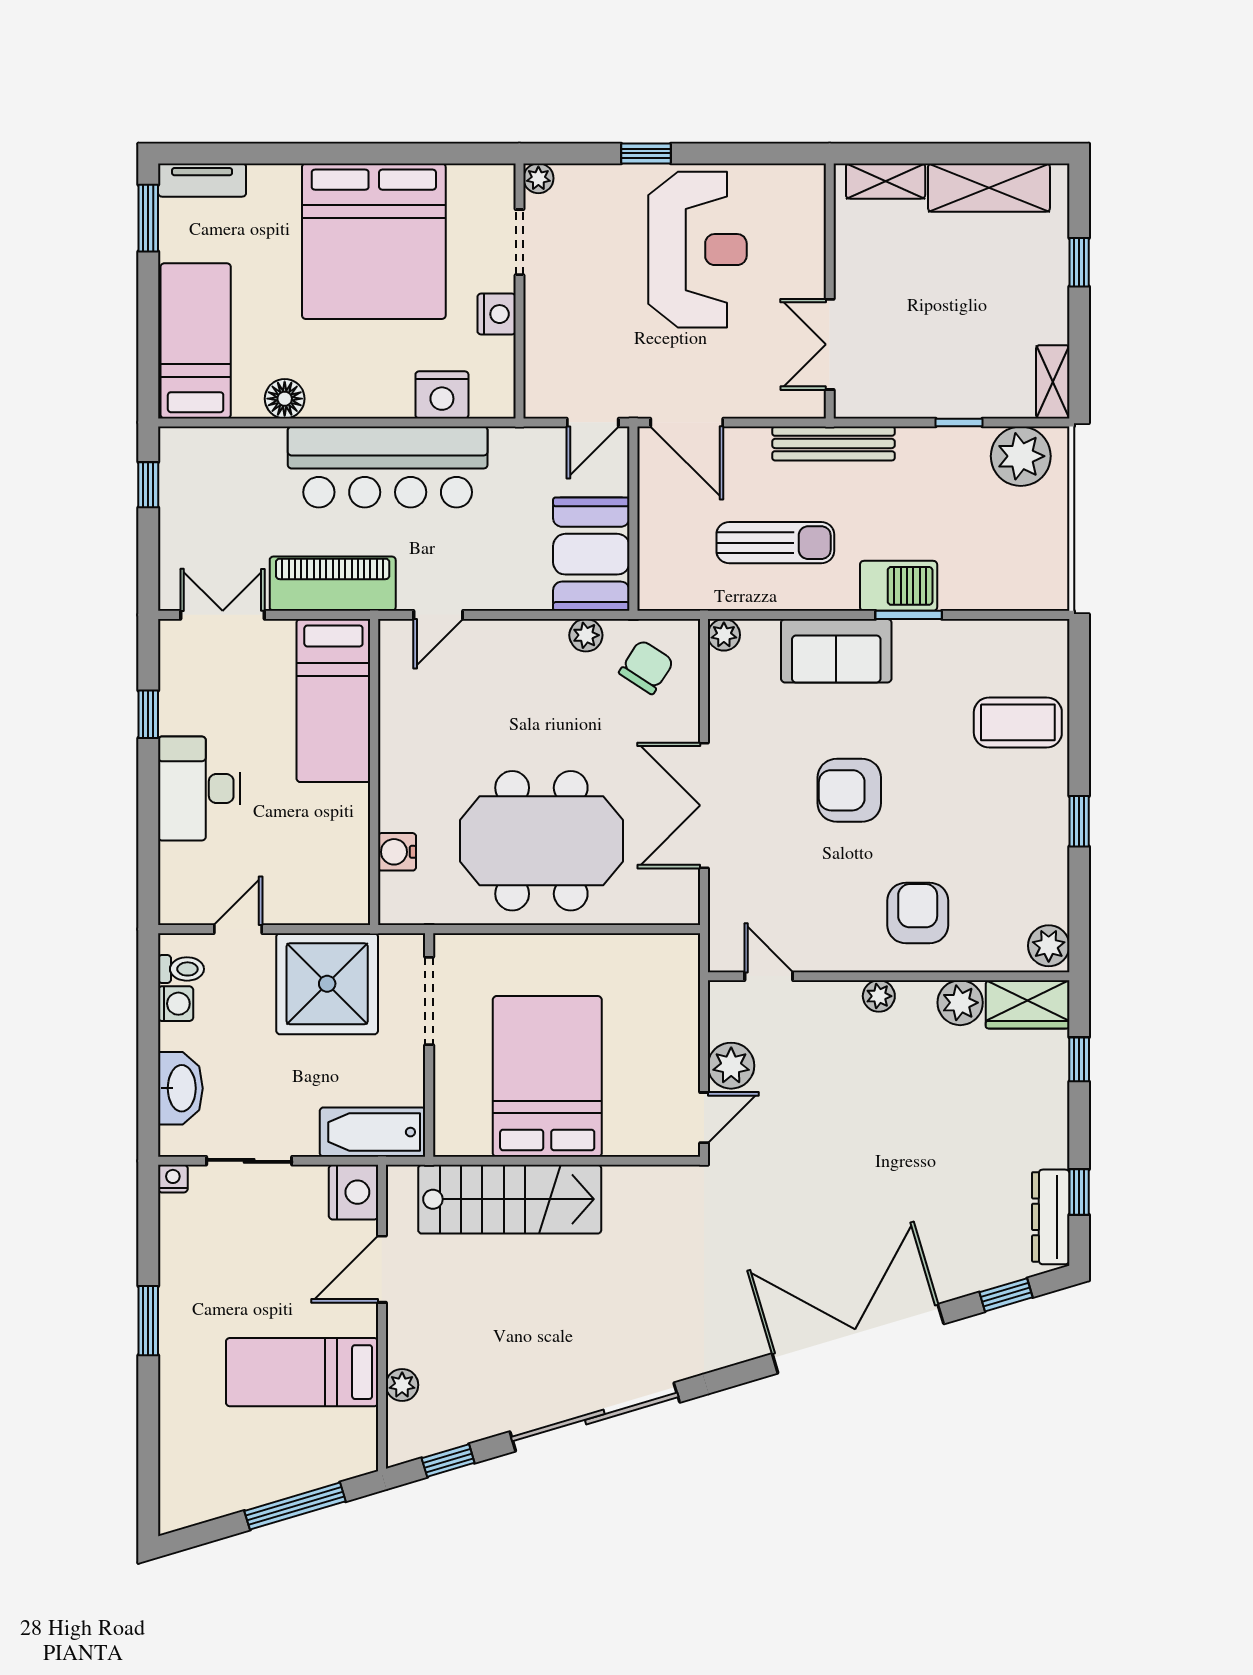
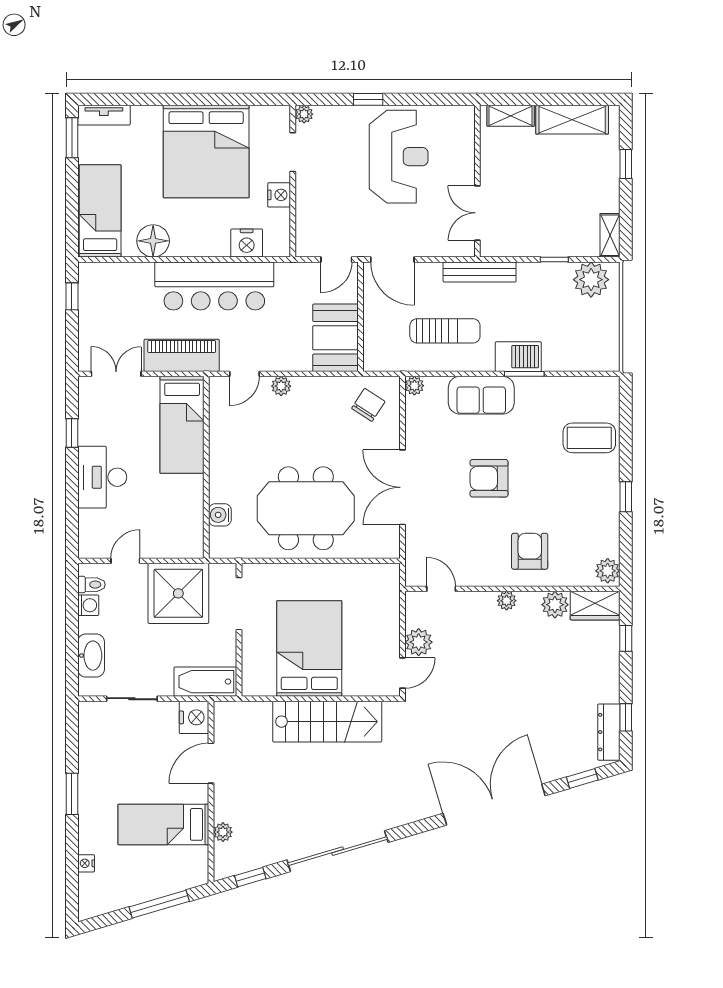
floor lamp: (285, 399) -> (153, 241), width x1.38, depth x1.38
plant: (586, 635) -> (281, 386), moved
nightstand: (173, 1179) -> (86, 863), moved, turned -90
stairs: (510, 1199) -> (327, 722), moved

